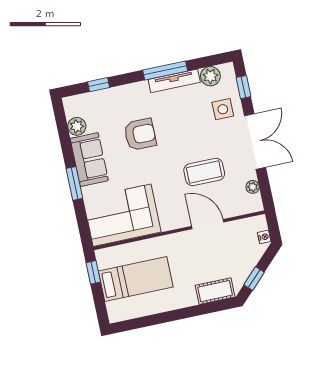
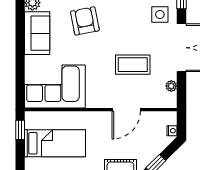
armchair: (140, 134) -> (85, 21), turned -101
window: (74, 183) -> (20, 51), removed
door: (208, 224) -> (126, 110), swing flipped

